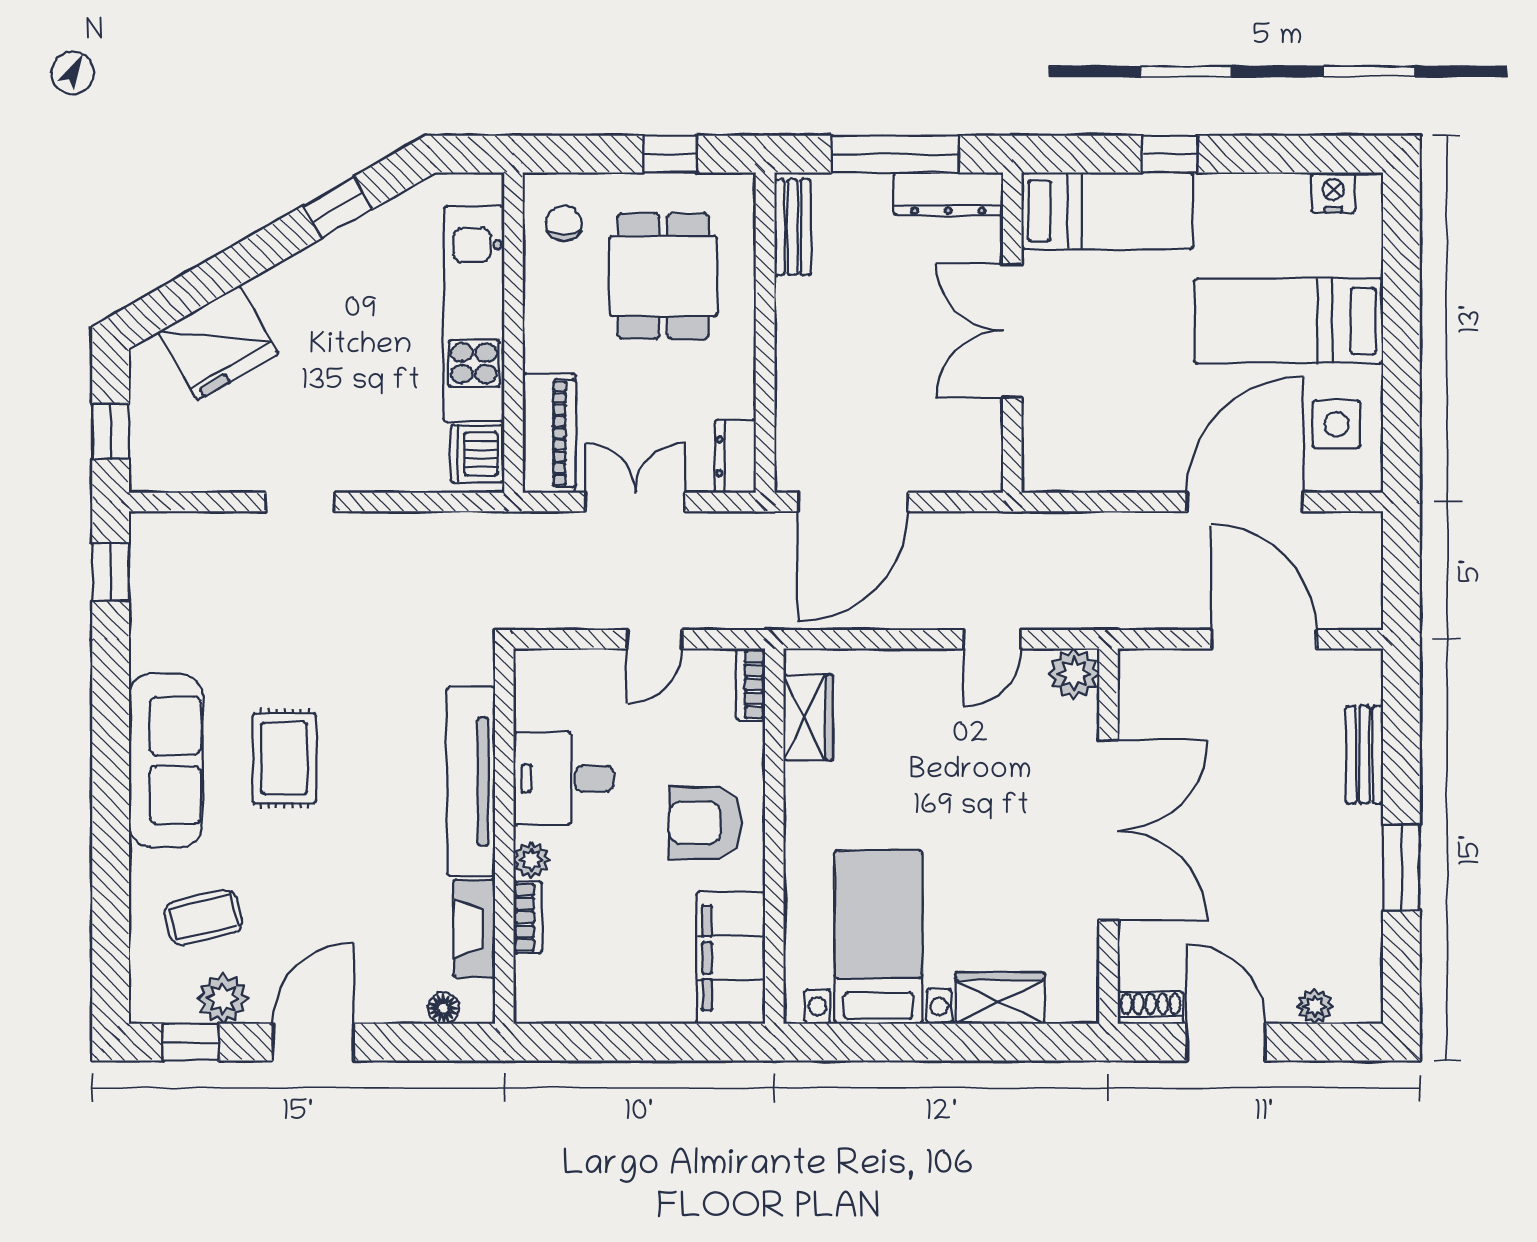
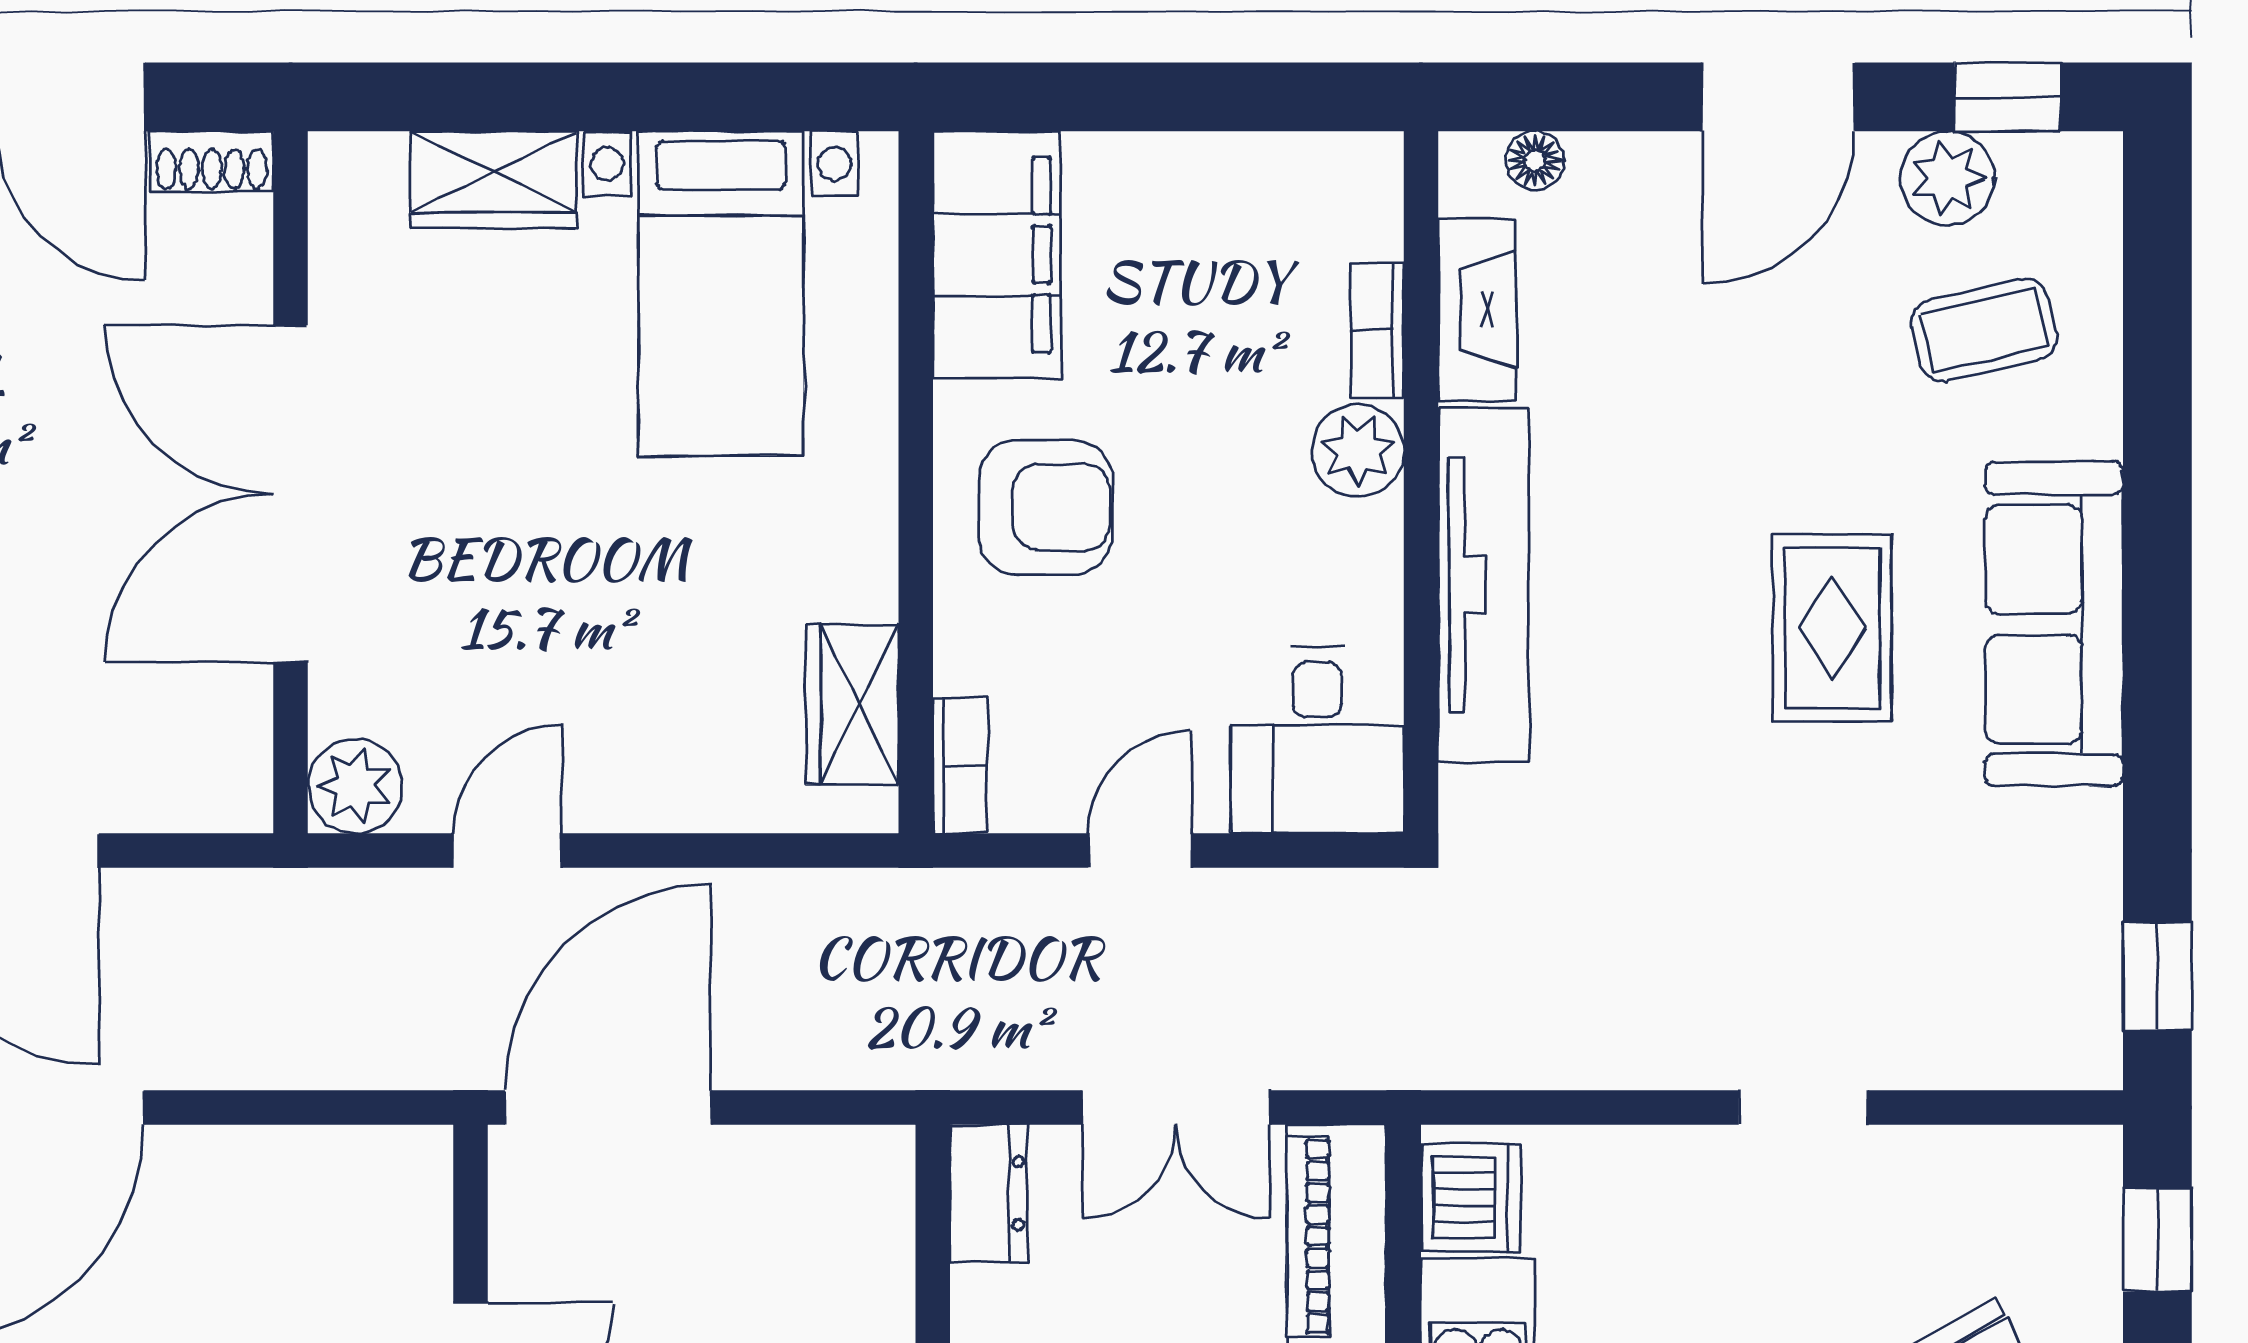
door: (853, 502) -> (608, 1107), moved
desk: (563, 779) -> (1317, 740), moved, turned 90
plant: (531, 860) -> (1358, 451), width x1.38, depth x1.38

